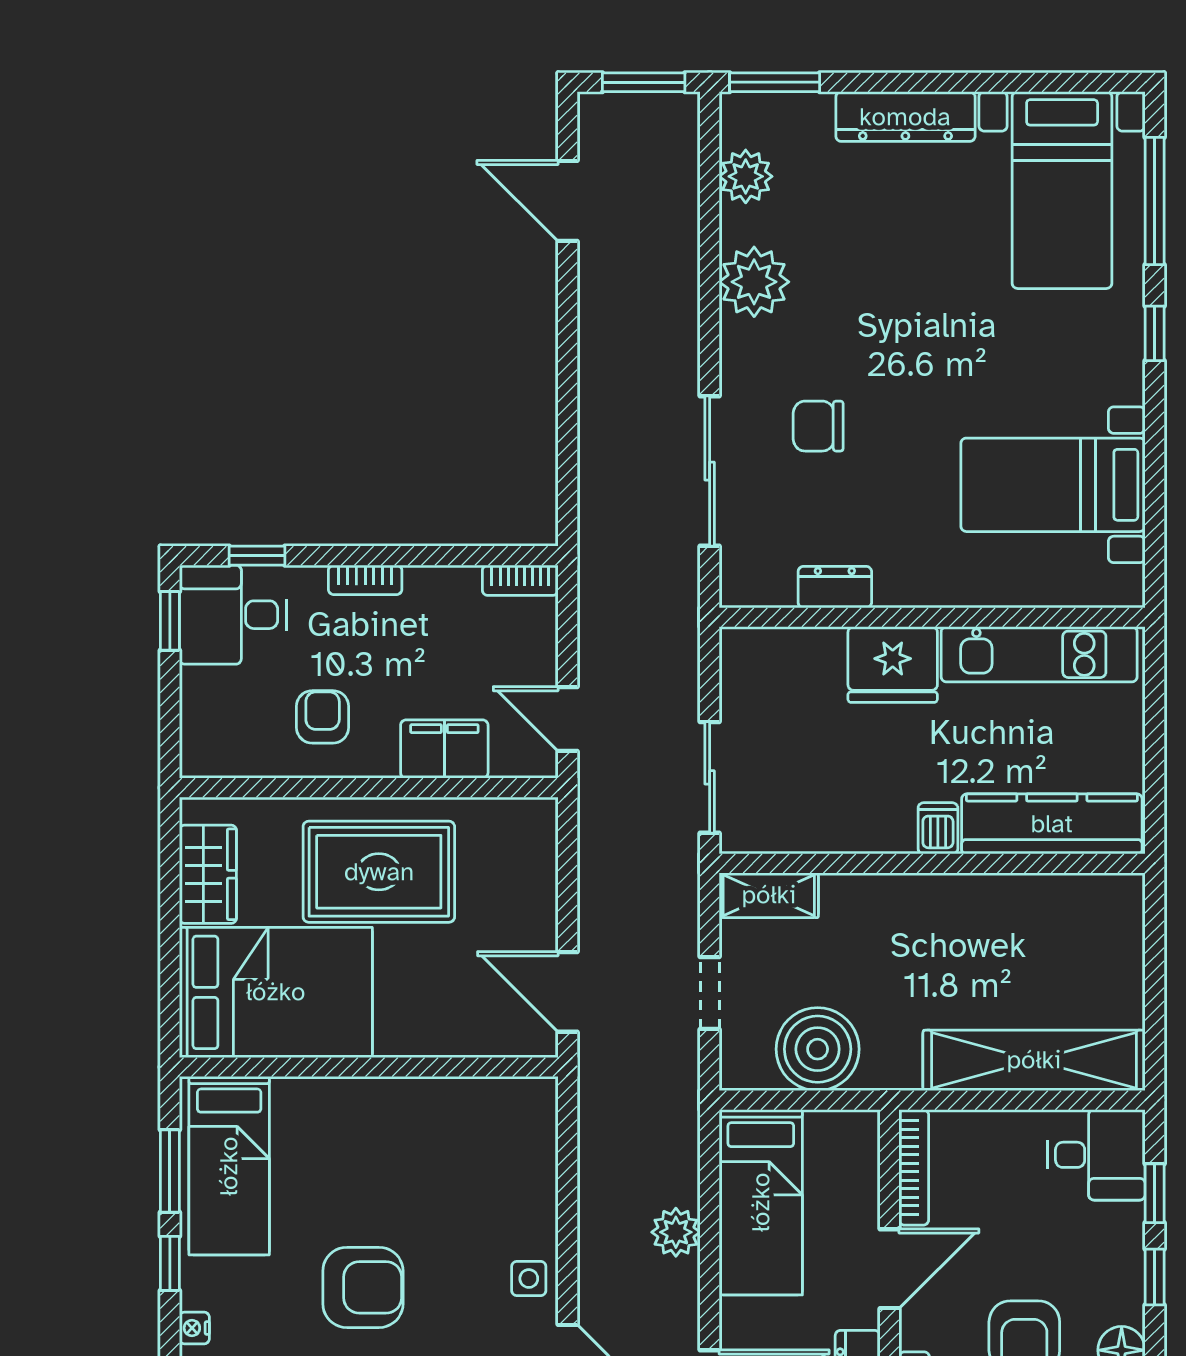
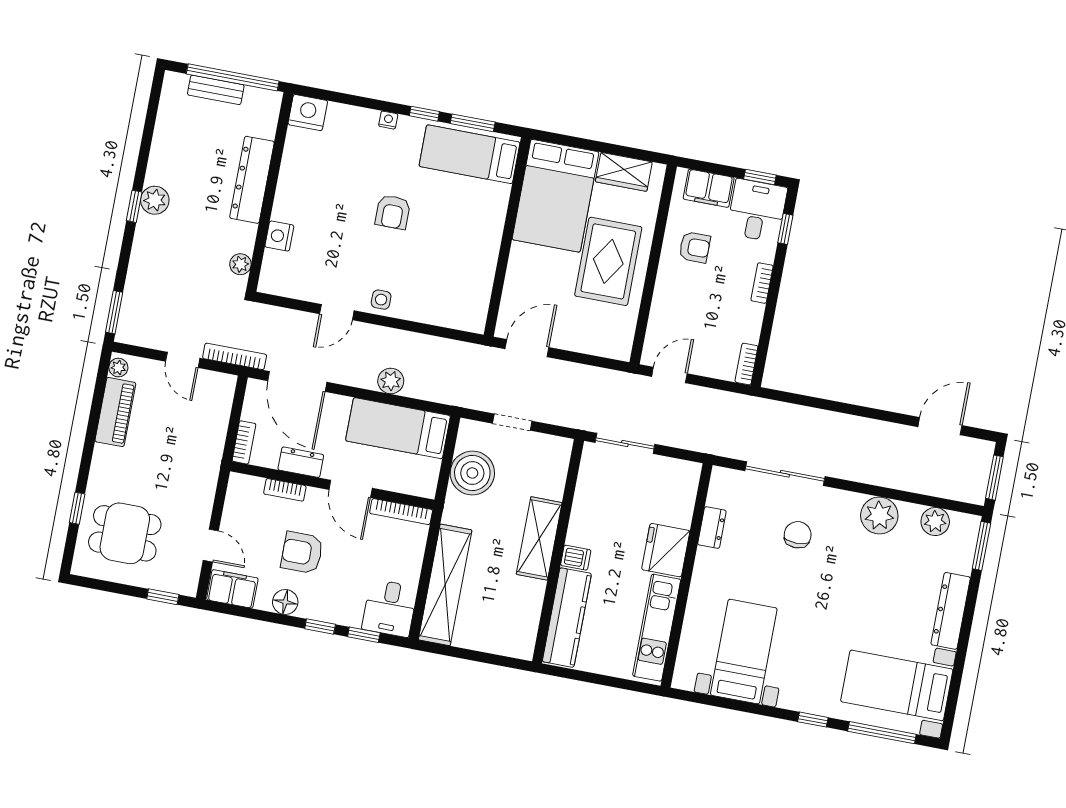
filing cabinet: (444, 749) -> (709, 188), moved, turned 90
shelving: (769, 895) -> (539, 538), moved, width x1.50, depth x1.33
armchair: (363, 1287) -> (393, 212), width x0.72, depth x0.72

